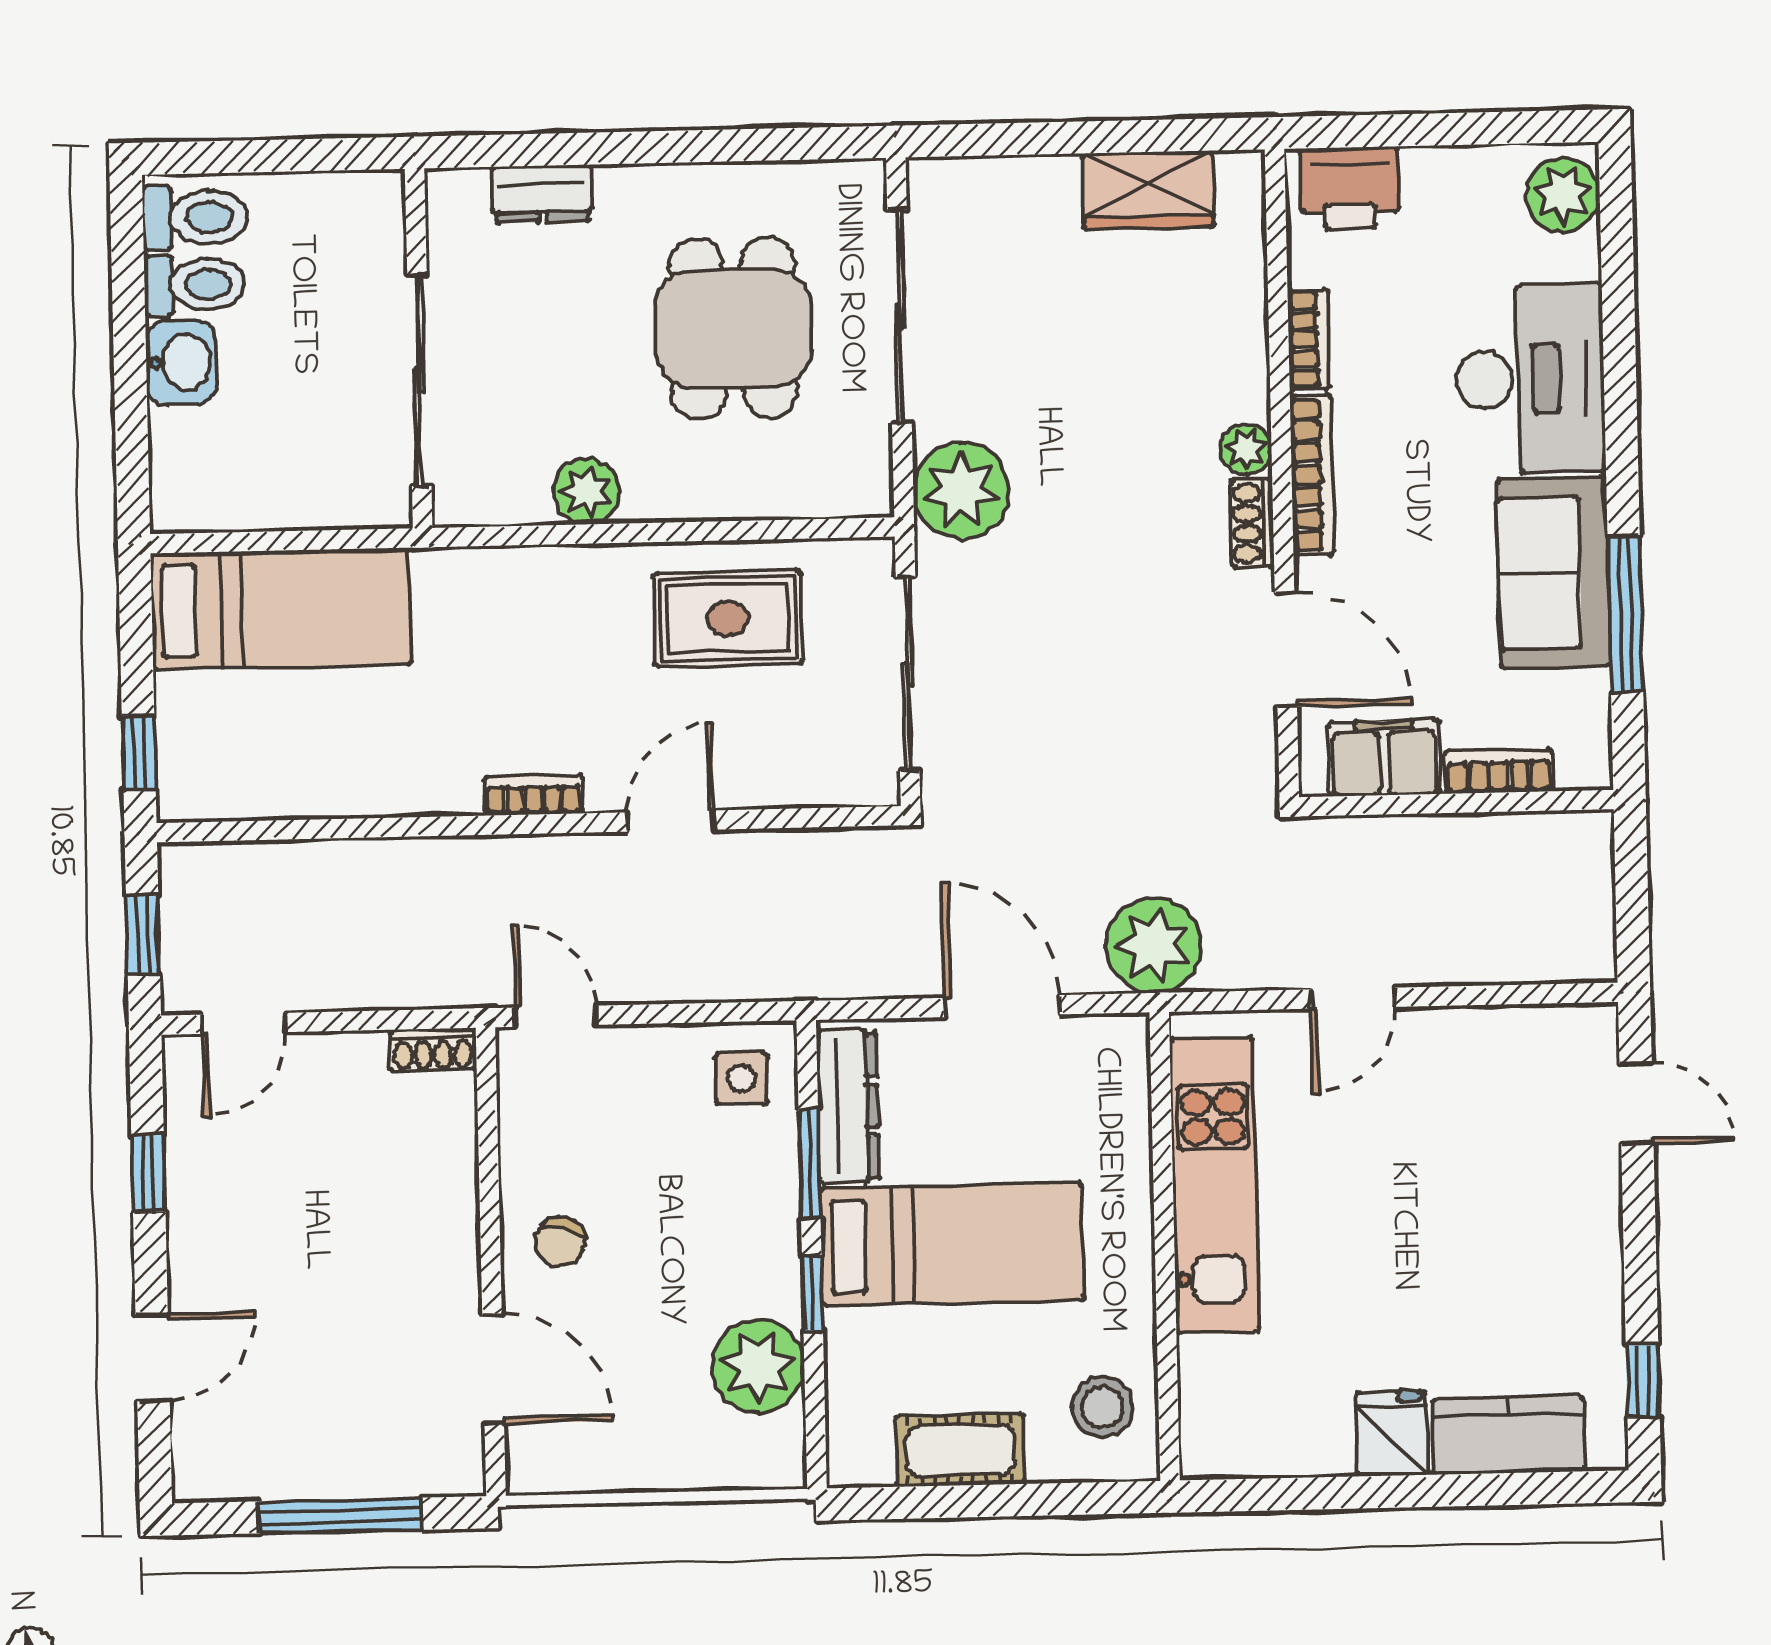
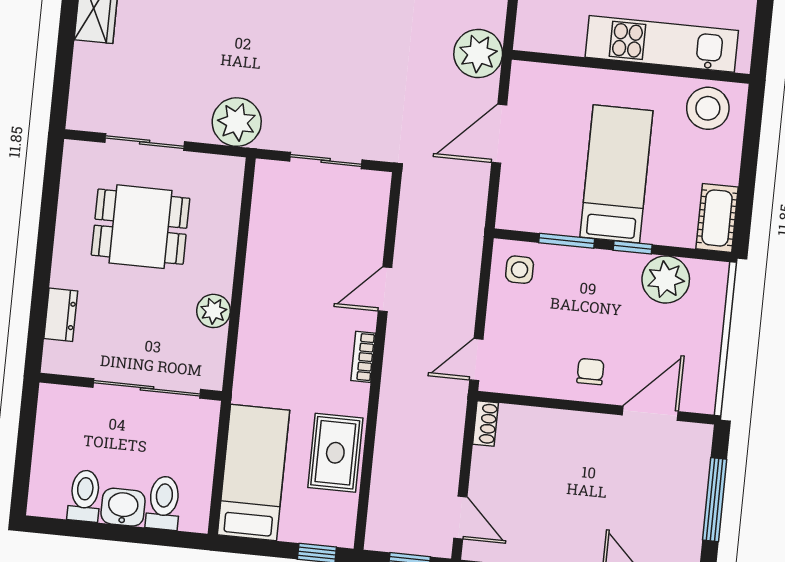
toilet: (195, 217) -> (164, 503), moved
sliding door: (899, 316) -> (145, 142), width x0.73
rug: (728, 619) -> (335, 453), moved
sliding door: (908, 674) -> (326, 160), width x0.73
door: (670, 821) -> (385, 289), hinge flipped
dresser: (848, 1106) -> (540, 218), removed
kitchen unit: (1214, 1185) -> (662, 44), moved
chair: (560, 1242) -> (590, 372), turned -107
stool: (1102, 1407) -> (708, 108), width x1.38, depth x1.38
cot: (960, 1450) -> (717, 218), moved

